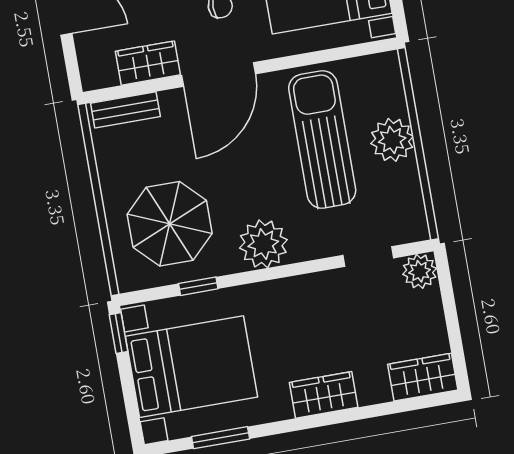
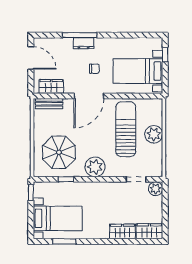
wardrobe: (148, 63) -> (51, 86), moved
bed with nightstands: (191, 367) -> (58, 218), width x0.73
wardrobe: (324, 395) -> (122, 231), moved

